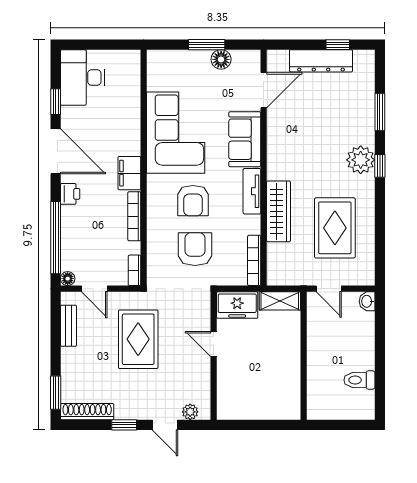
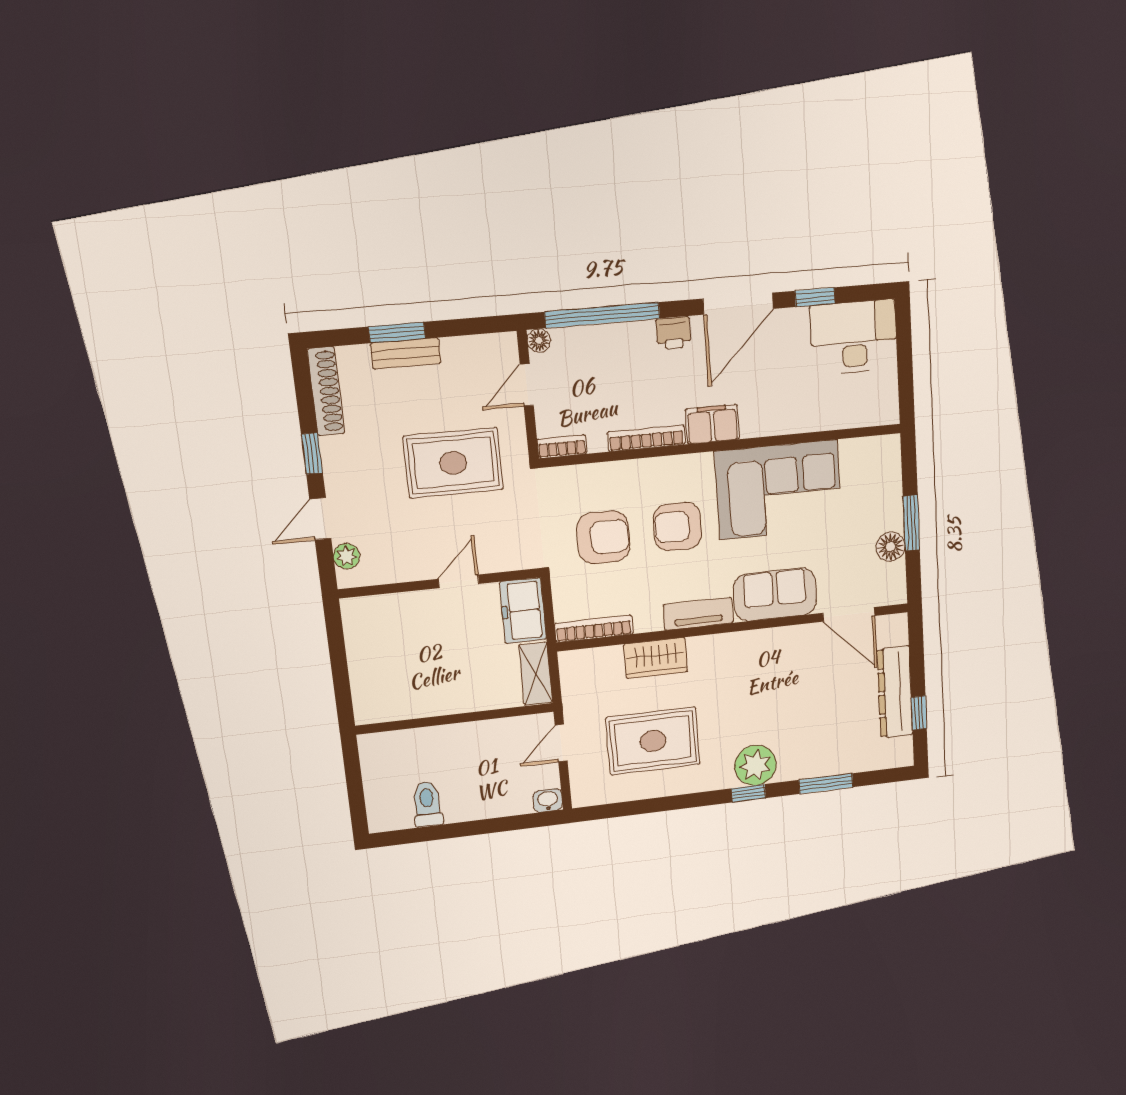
wardrobe: (278, 211) -> (656, 658), width x0.67
bench: (68, 326) -> (406, 353), moved
window: (56, 393) -> (397, 333), moved

